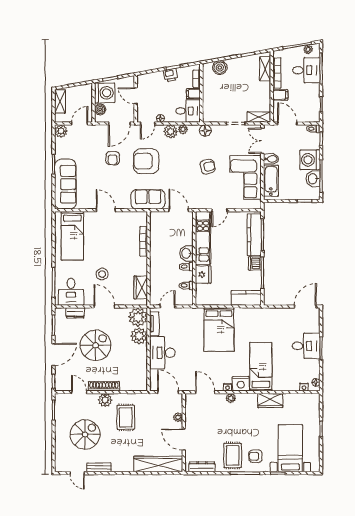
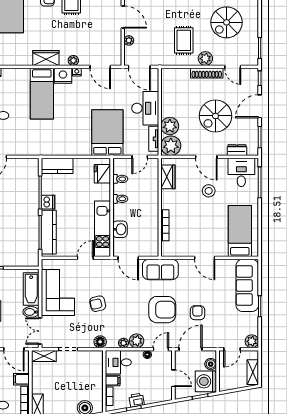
double door: (262, 141) -> (40, 331), swing flipped
washbasin: (186, 253) -> (120, 229), moved
fridge: (203, 274) -> (102, 174), moved
bed: (219, 330) -> (107, 133), moved
wardrobe: (270, 401) -> (46, 58), moved

